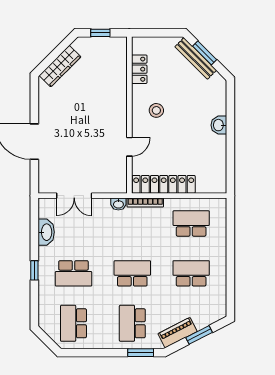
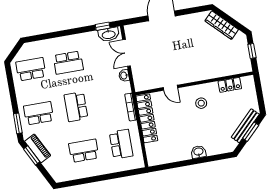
washbasin: (118, 204) -> (124, 76), moved
washbasin: (46, 232) -> (109, 34), moved
window: (34, 270) -> (103, 26), moved
school desk: (73, 273) -> (68, 63), turned -90
school desk: (132, 273) -> (76, 107), turned 180
school desk: (191, 273) -> (84, 151), turned -90
window: (199, 335) -> (32, 155), moved

